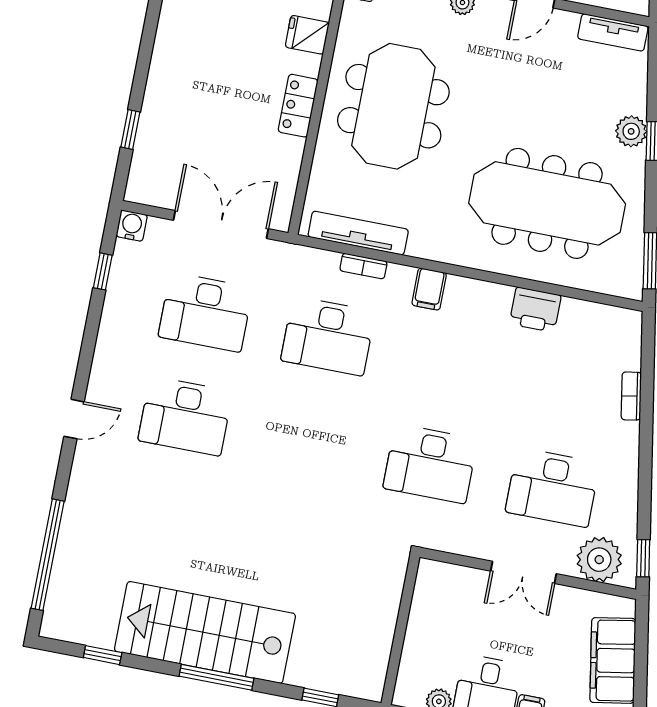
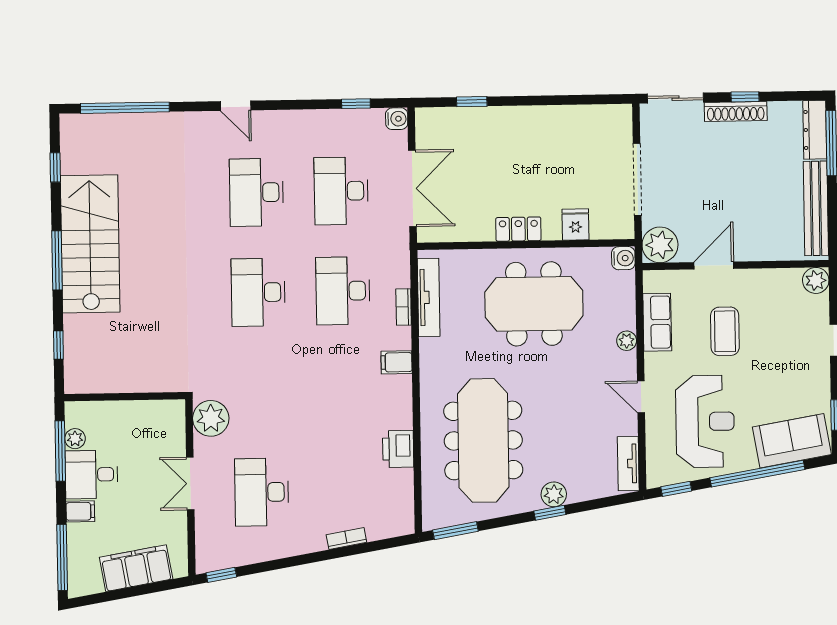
desk: (430, 464) -> (258, 292), moved
plant: (599, 560) -> (211, 418), moved

